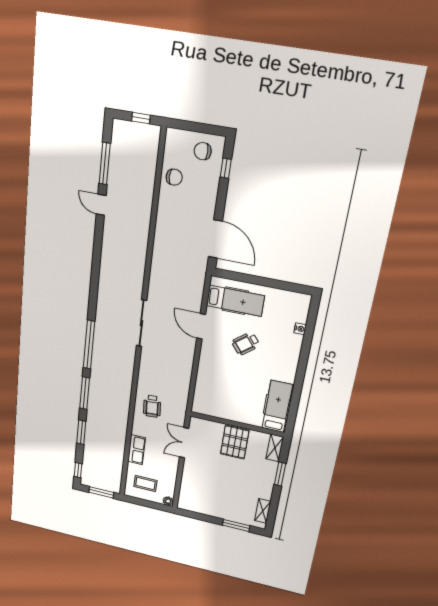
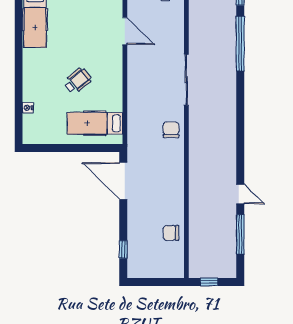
chair: (203, 151) -> (171, 130), moved, turned -90
door: (201, 326) -> (125, 31), moved

